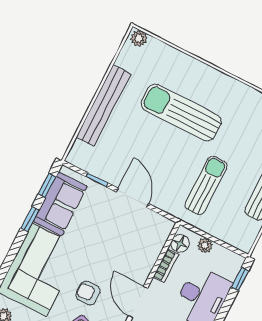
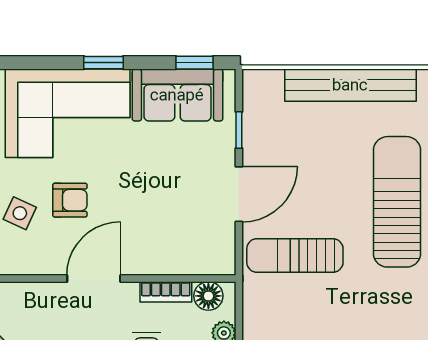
sun lounger: (206, 185) -> (295, 256), moved, turned 180
window: (30, 219) -> (104, 63), moved
armchair: (88, 293) -> (70, 200), turned 90

